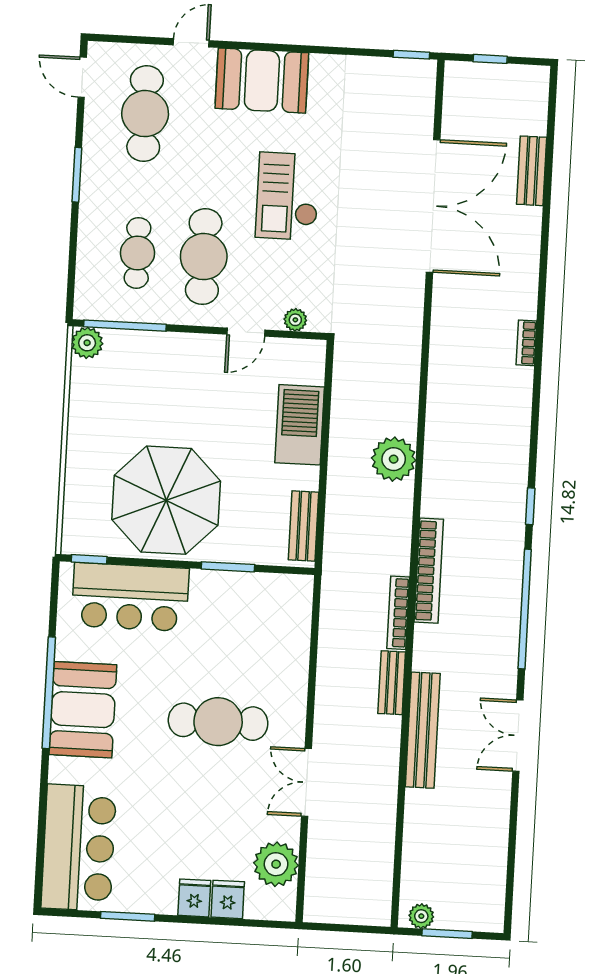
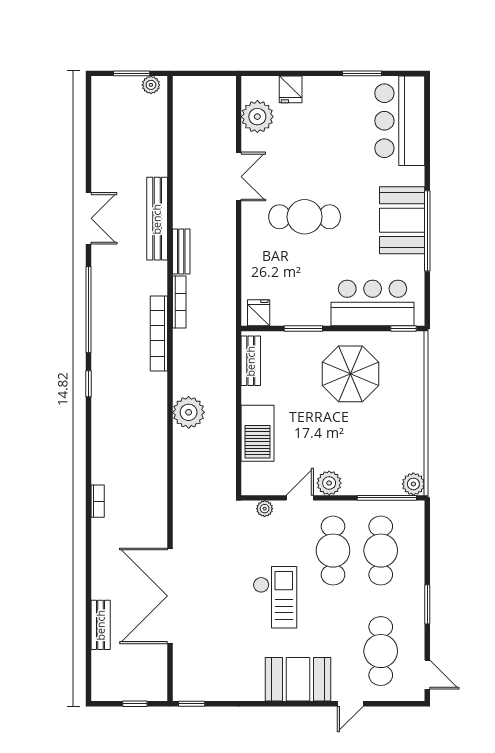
cafe table: (138, 253) -> (381, 551), width x1.37, depth x1.35
plant: (204, 350) -> (329, 483), added
parasol: (166, 500) -> (350, 374), width x0.73, depth x0.73
fridge: (194, 898) -> (259, 313), moved, turned 180

